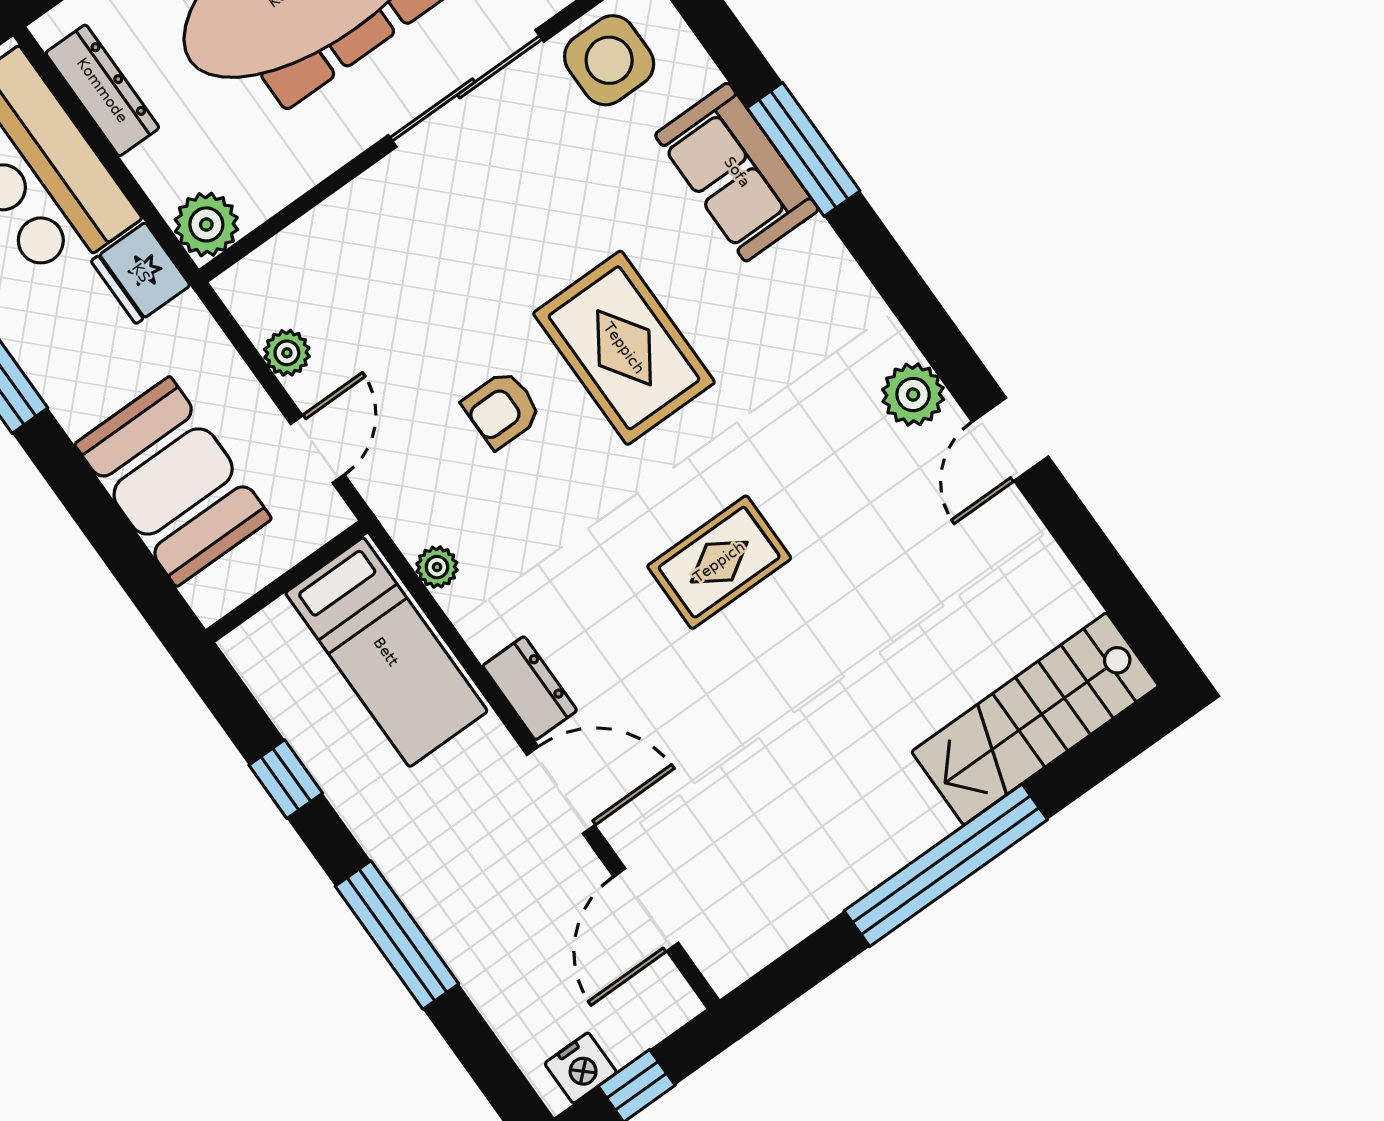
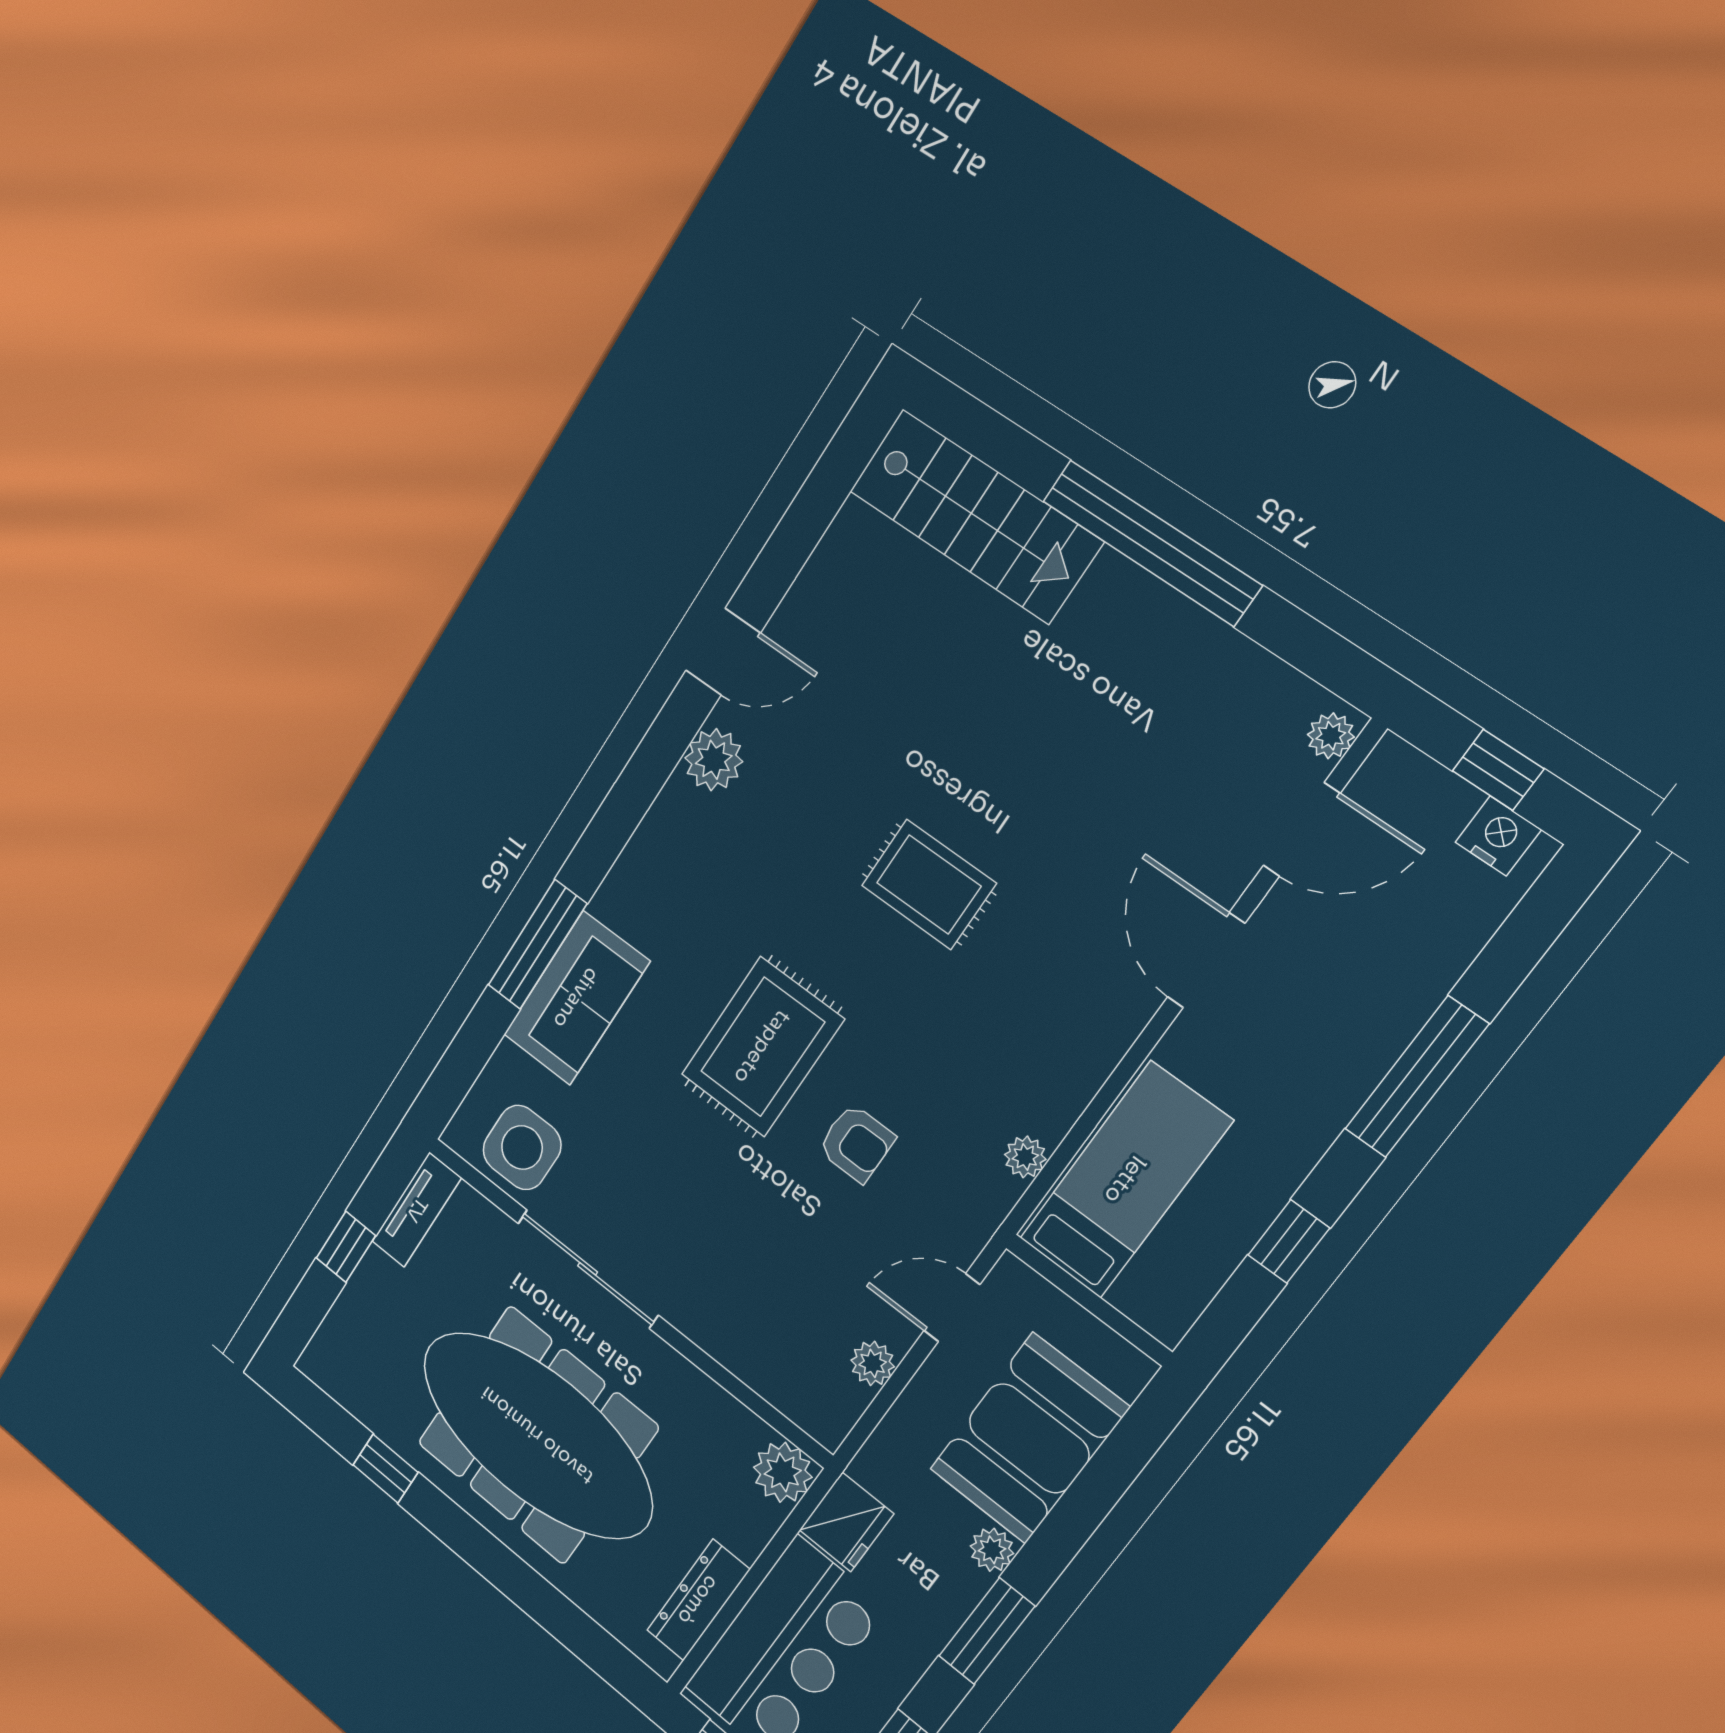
plant: (76, 410) -> (992, 1550), added
dresser: (530, 688) -> (1113, 1026), removed
plant: (718, 960) -> (1331, 736), added

